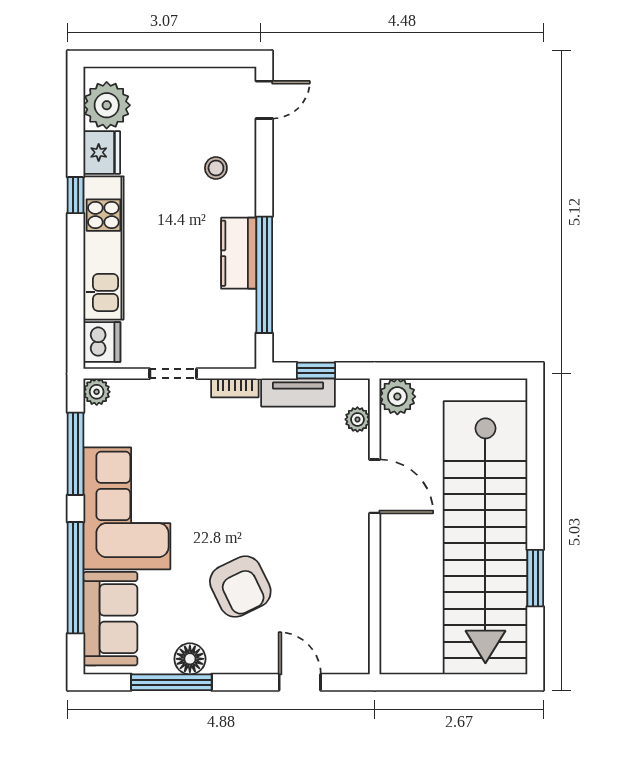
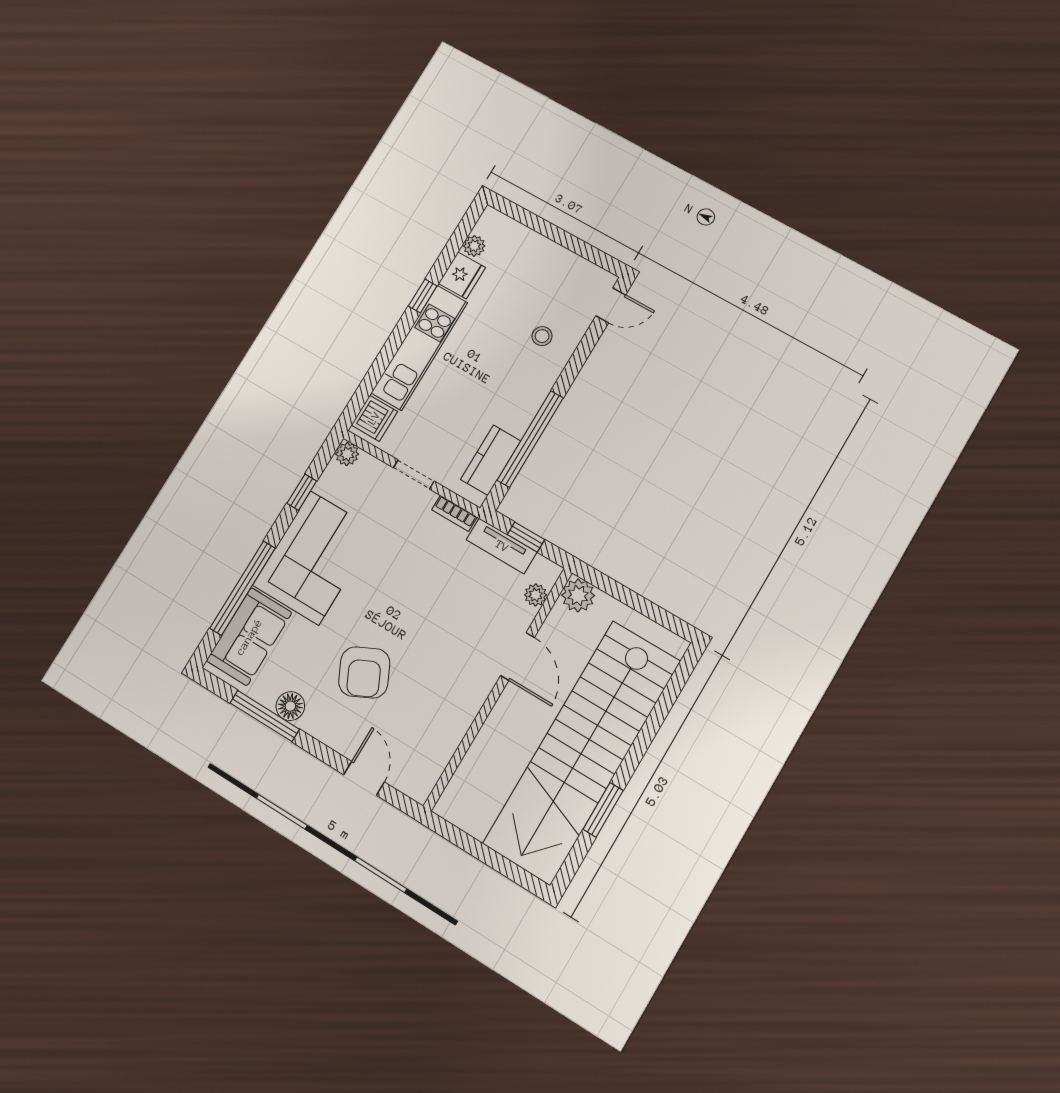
plant: (107, 105) -> (474, 246), width x0.53, depth x0.53
kitchen counter: (239, 253) -> (491, 460), moved
window: (75, 454) -> (302, 492), width x0.46

